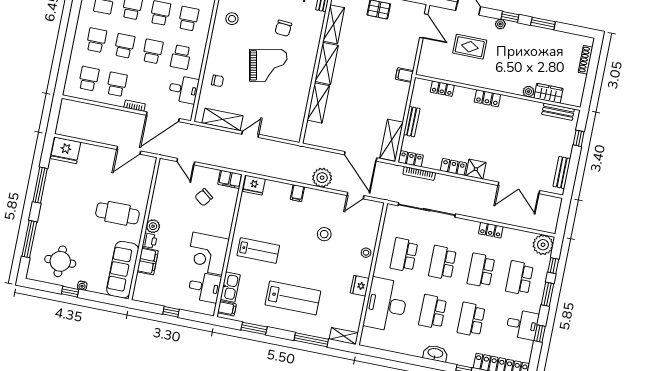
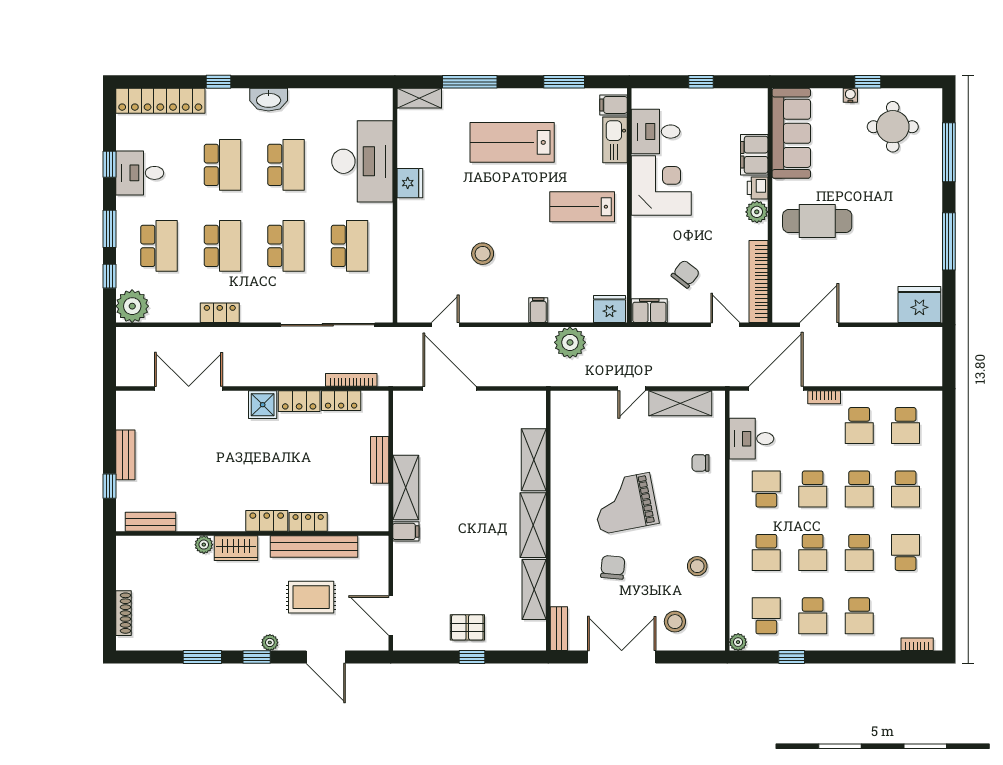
bench: (462, 77) -> (314, 546), added
locker: (442, 89) -> (308, 522), moved
wardrobe: (548, 93) -> (236, 548), moved
shelving: (391, 140) -> (406, 488), moved
locker: (411, 159) -> (341, 401), moved
bench: (562, 172) -> (125, 455), moved
plant: (322, 178) -> (570, 342), moved
bookcase: (160, 184) -> (758, 282), added
stool: (366, 253) -> (410, 237), removed

